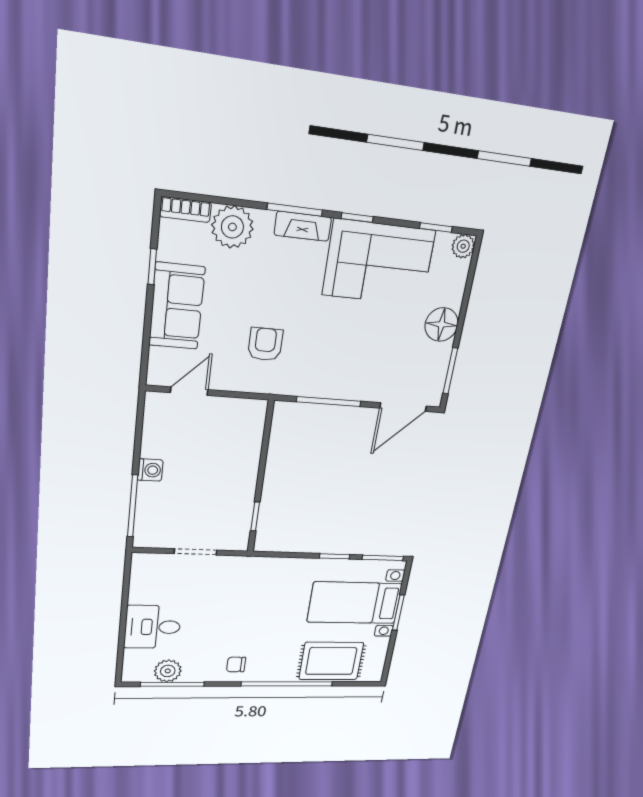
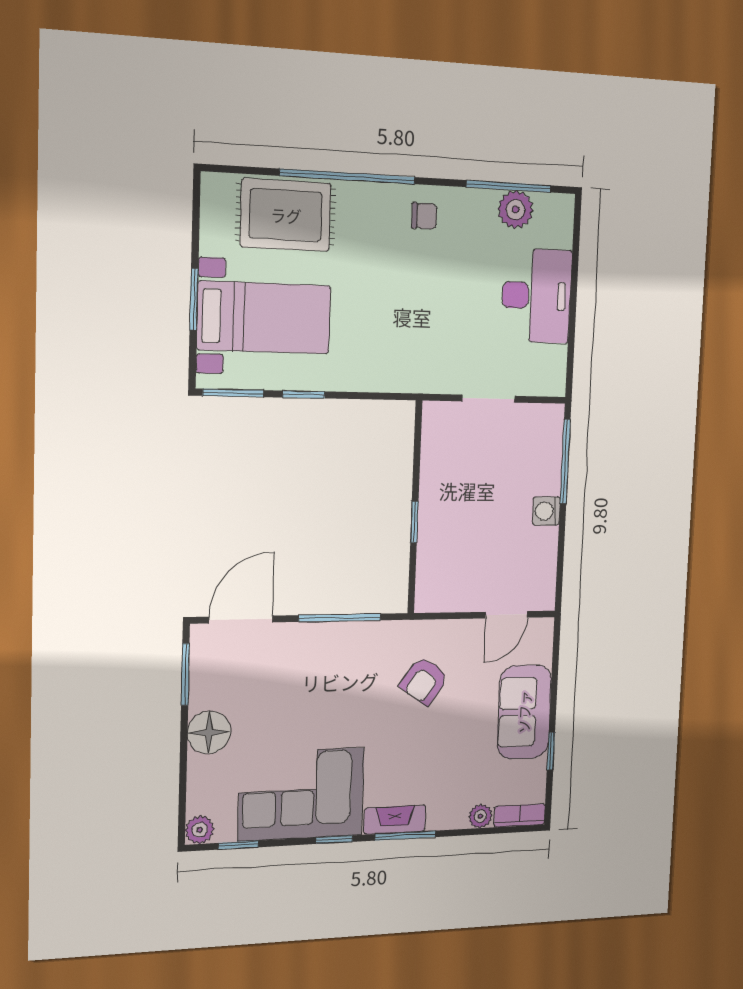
plant: (232, 227) -> (480, 816), width x0.53, depth x0.53
armchair: (265, 344) -> (424, 681), turned 35
window: (255, 516) -> (414, 522), moved
desk: (153, 627) -> (537, 296), width x1.37

